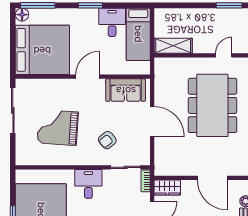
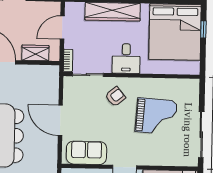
armchair: (107, 140) -> (115, 97), moved
wardrobe: (167, 188) -> (35, 53), moved

